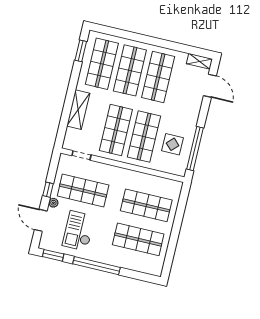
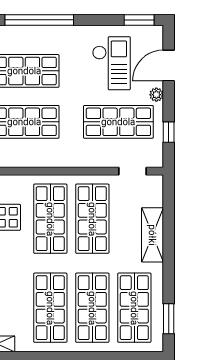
window: (48, 190) -> (169, 132), moved
door: (41, 220) -> (169, 65), swing flipped
window: (97, 266) -> (39, 20), moved

